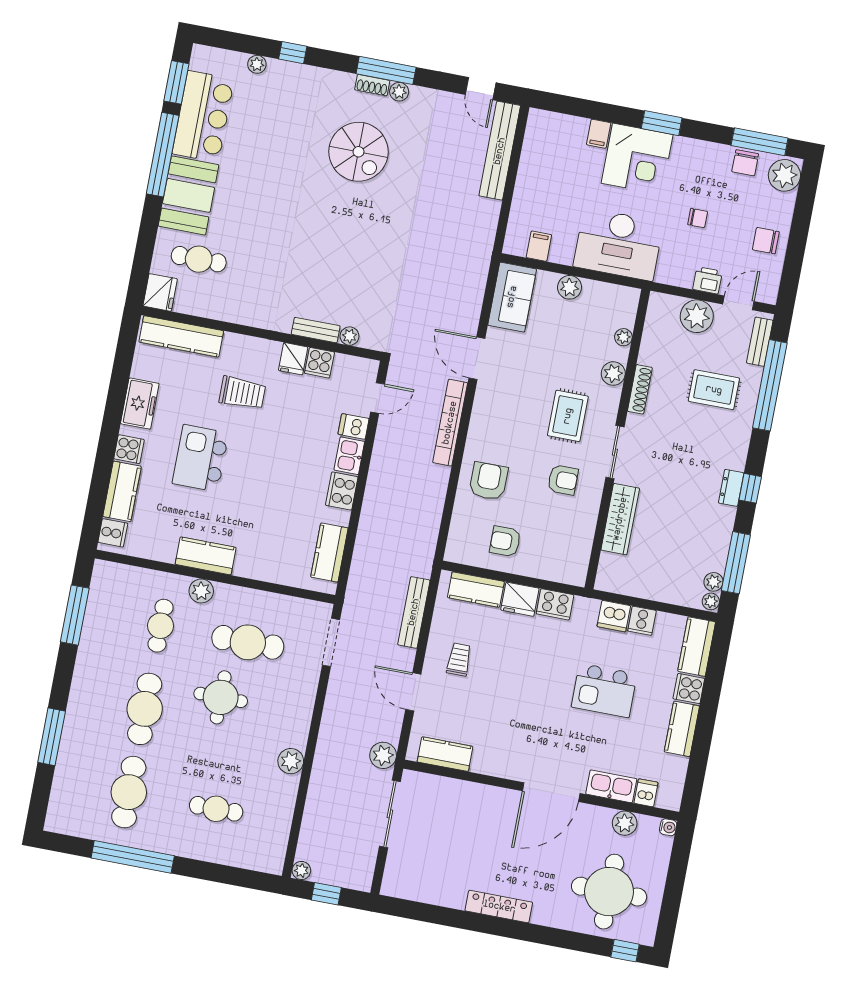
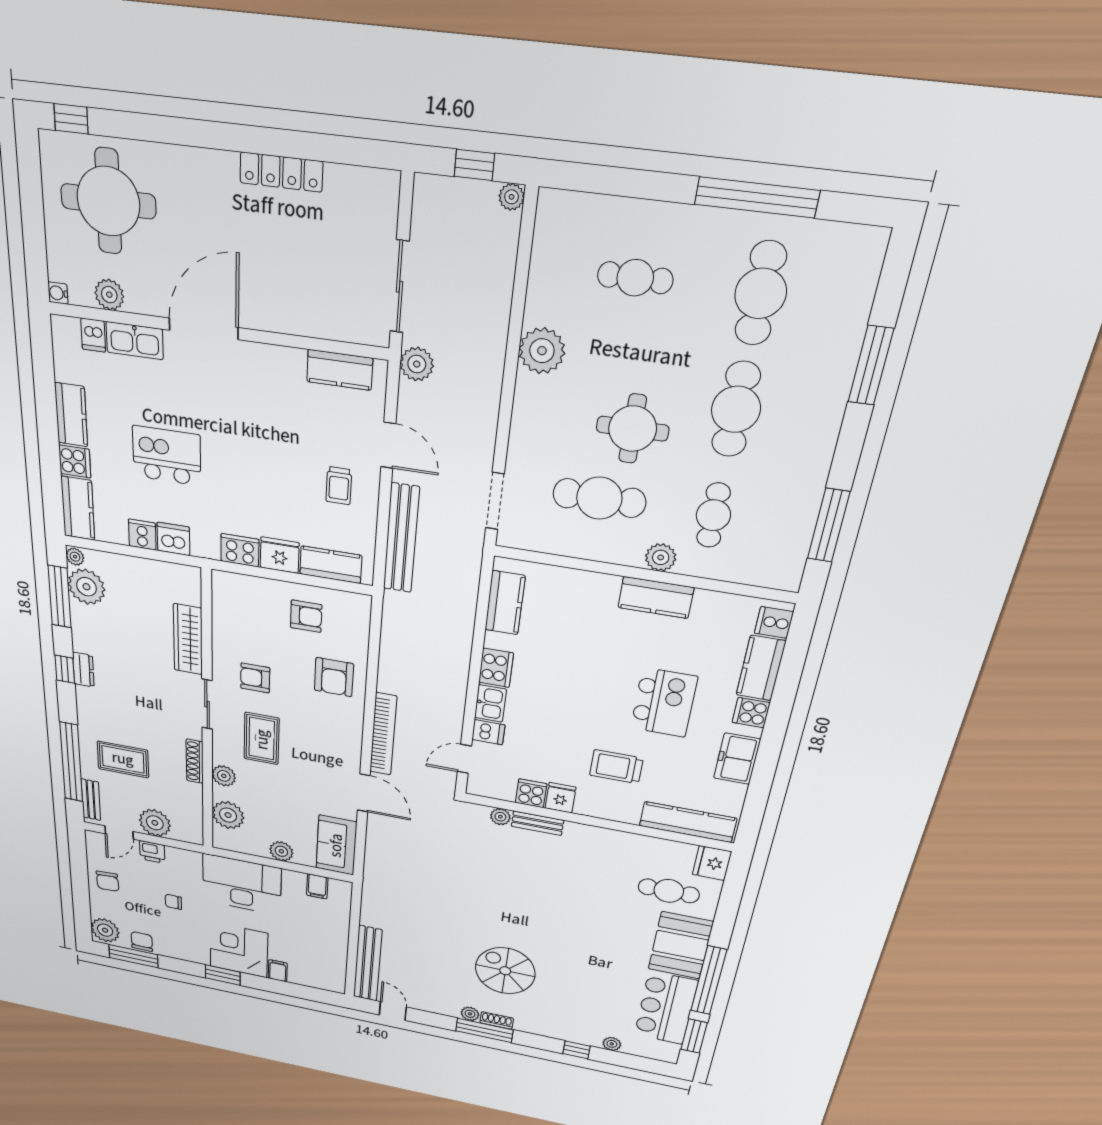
chair: (766, 241) -> (108, 881), turned 87
plant: (623, 337) -> (228, 815), width x1.88, depth x1.88
plant: (714, 582) -> (86, 587), width x1.87, depth x1.87
bench: (414, 612) -> (401, 538), width x1.37, depth x1.21
plant: (291, 761) -> (542, 351), width x1.36, depth x1.36
locker: (499, 907) -> (281, 172), moved

